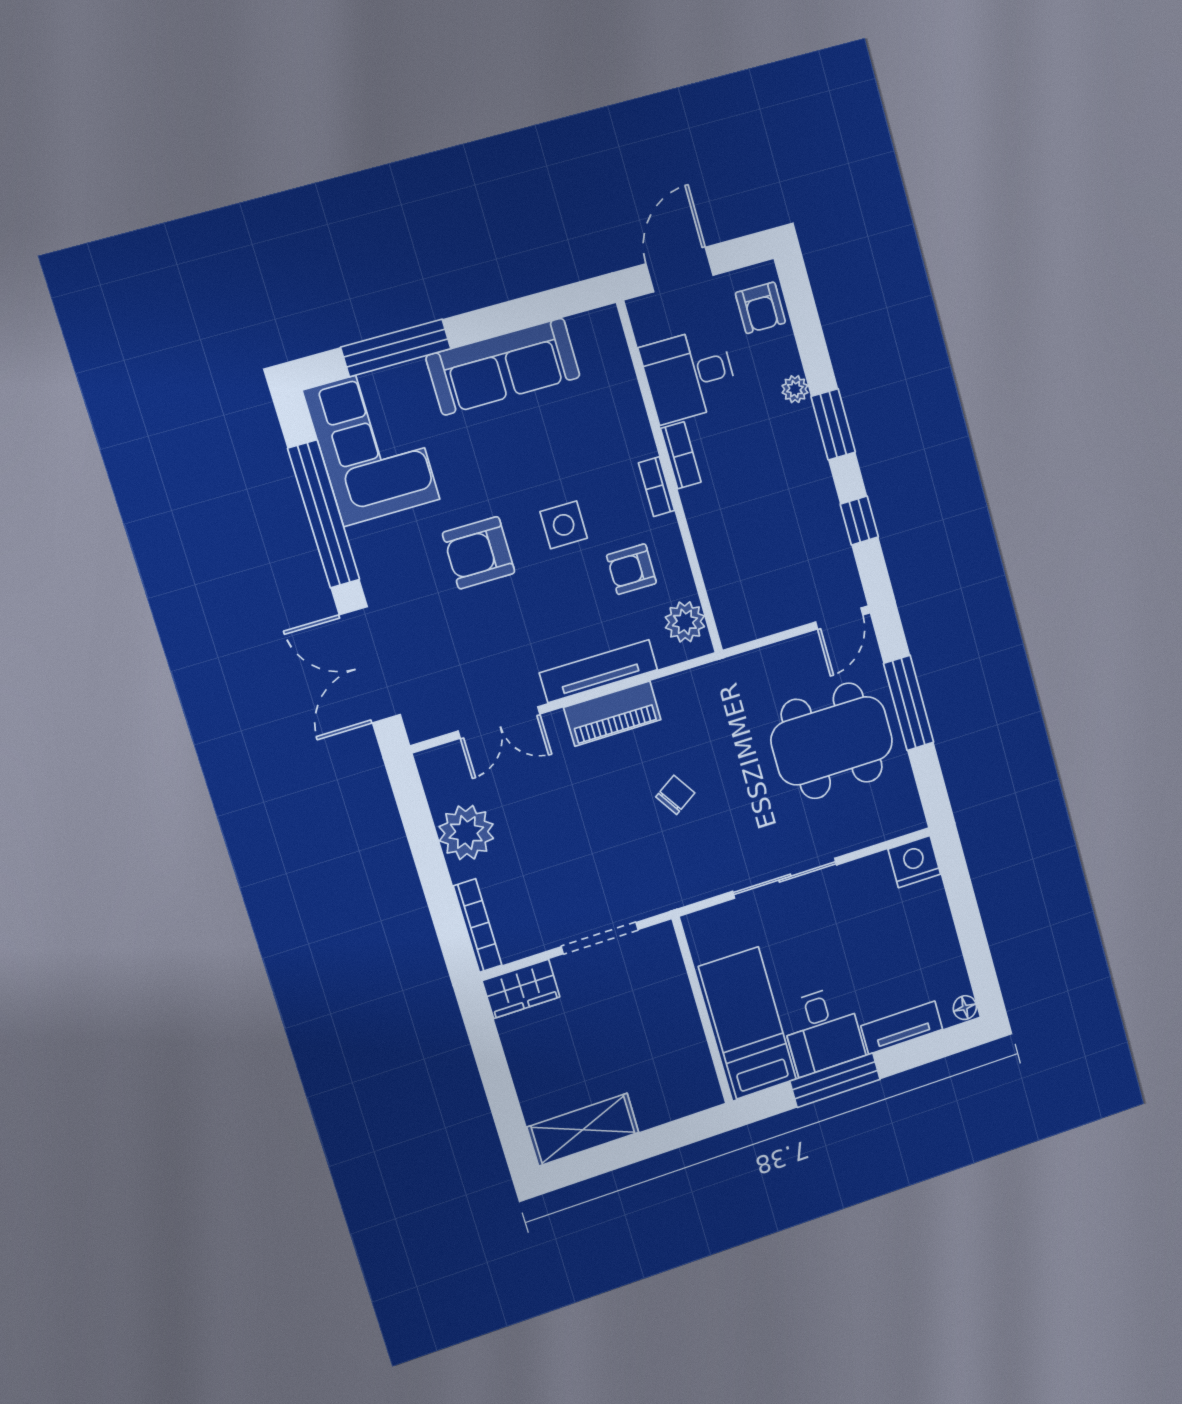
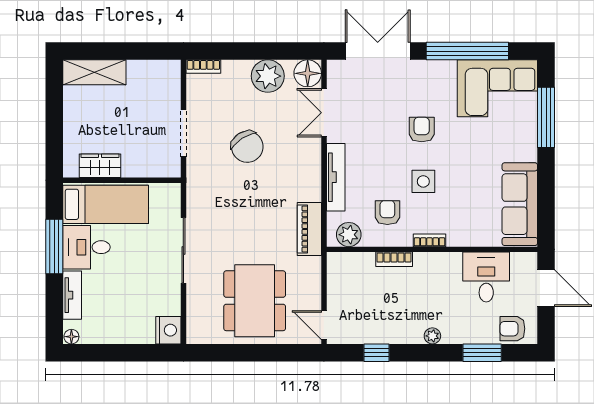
sofa: (503, 367) -> (520, 204), moved
plant: (795, 389) -> (432, 336), moved
window: (833, 424) -> (482, 353), moved
bookcase: (681, 455) -> (394, 259), moved
armchair: (479, 553) -> (422, 129), width x0.72, depth x0.72
window: (909, 703) -> (263, 353), removed
piano: (612, 714) -> (309, 229), moved
floor lamp: (442, 769) -> (308, 73), added
chair: (675, 795) -> (247, 147), moved, width x1.87, depth x1.87
bookcase: (478, 926) -> (203, 67), width x0.64
wardrobe: (521, 989) -> (100, 166), moved, turned 90
shelving: (583, 1130) -> (94, 72), moved, turned 90

